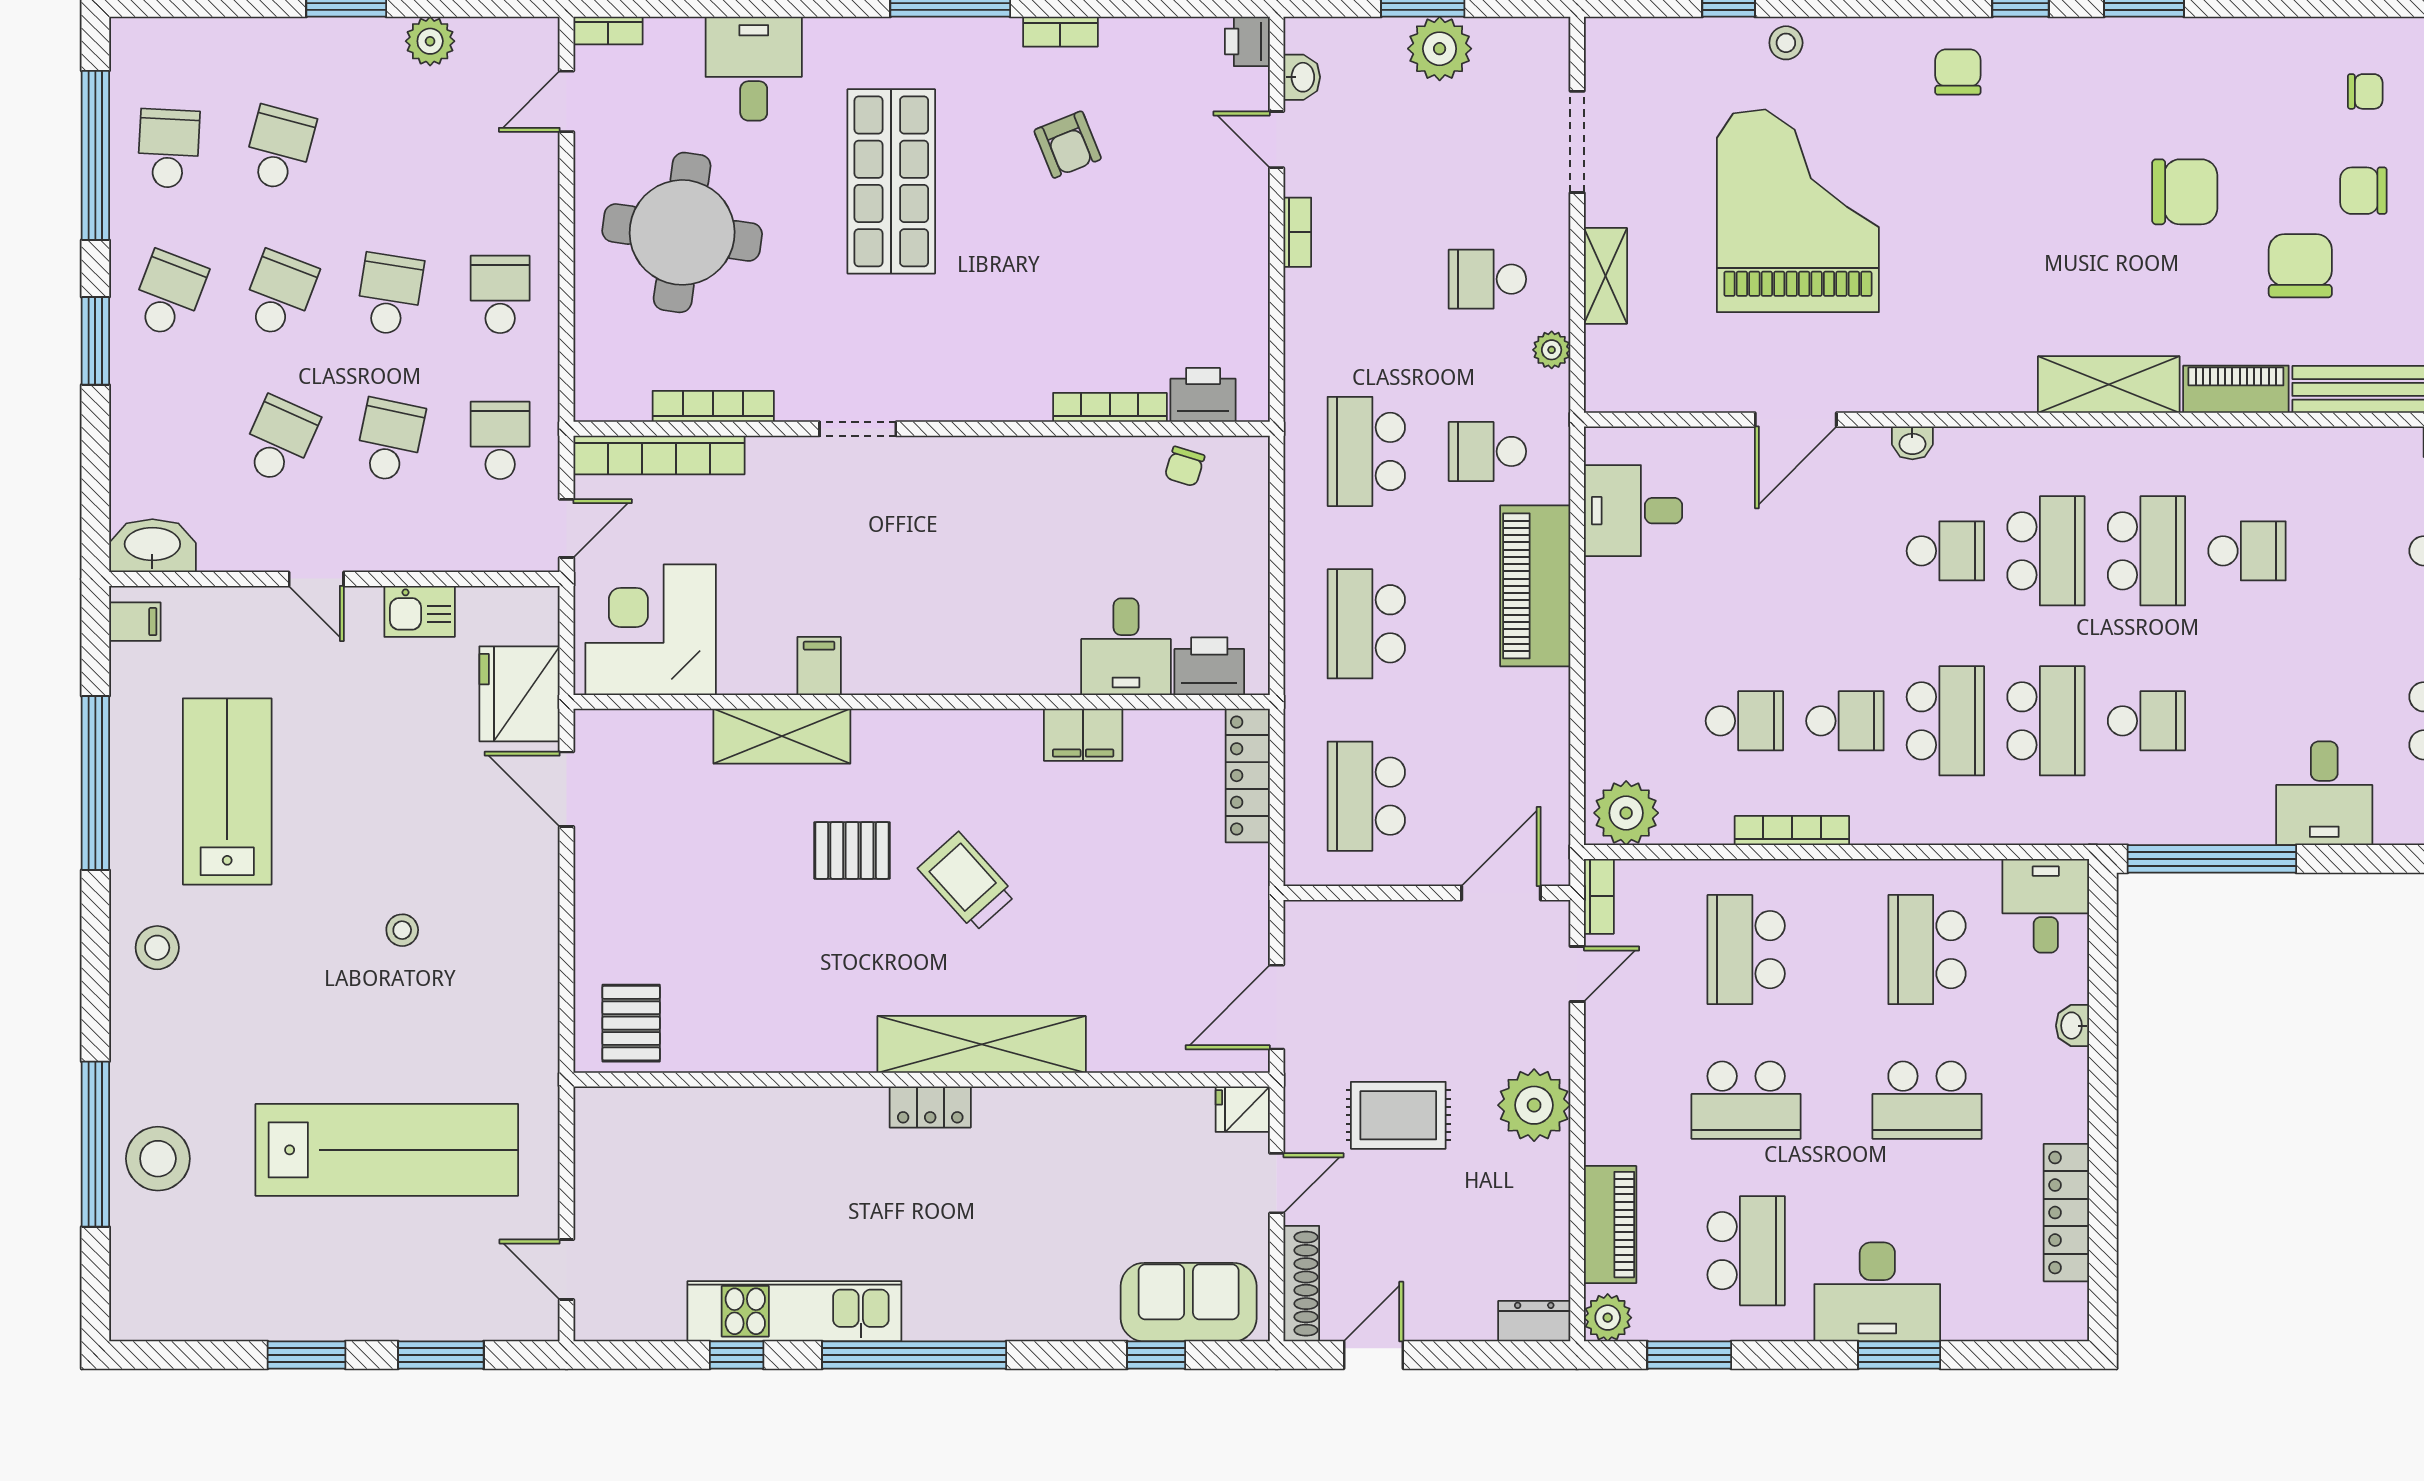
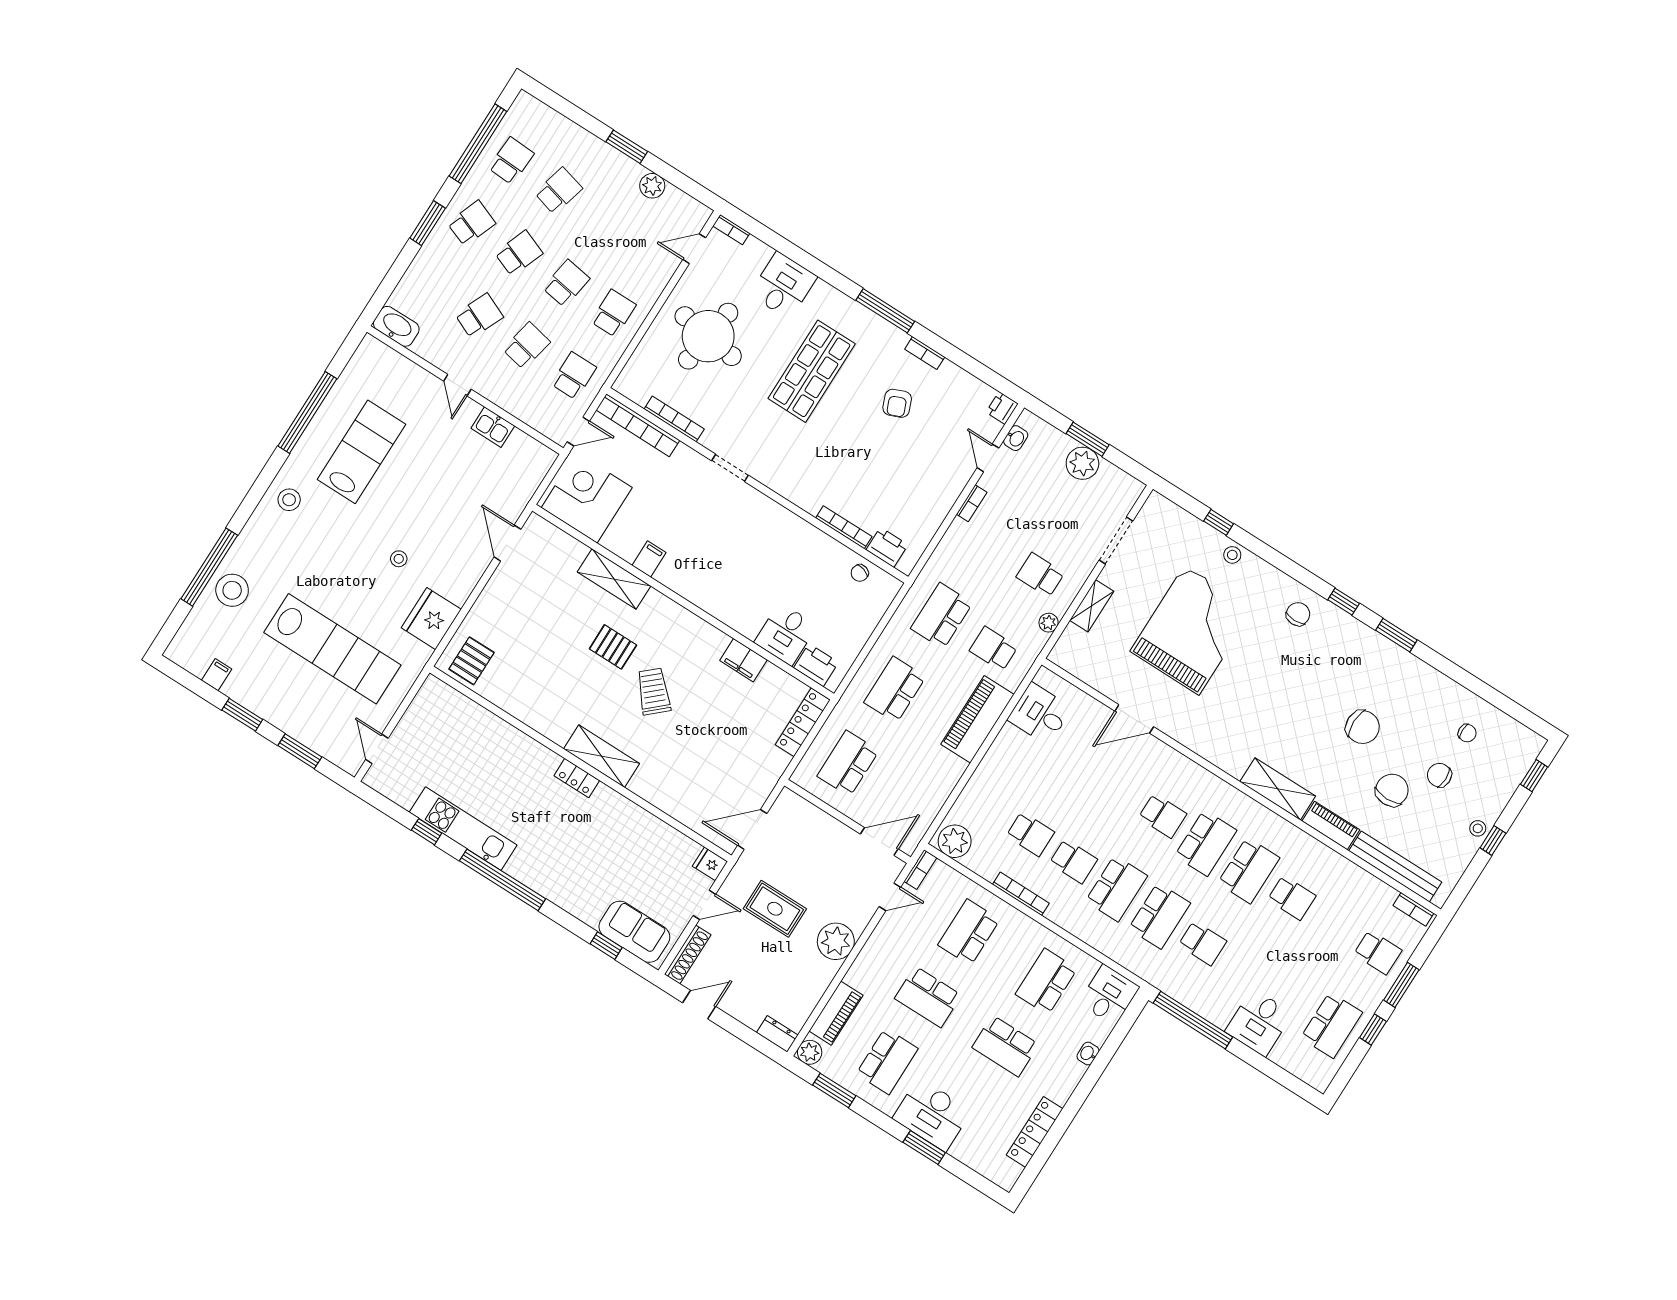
washbasin: (1912, 443) -> (1178, 761), removed
filing cabinet: (135, 622) -> (217, 675), moved, turned -90
fridge: (519, 694) -> (431, 619), moved
shelving: (982, 1044) -> (602, 756), width x0.68

